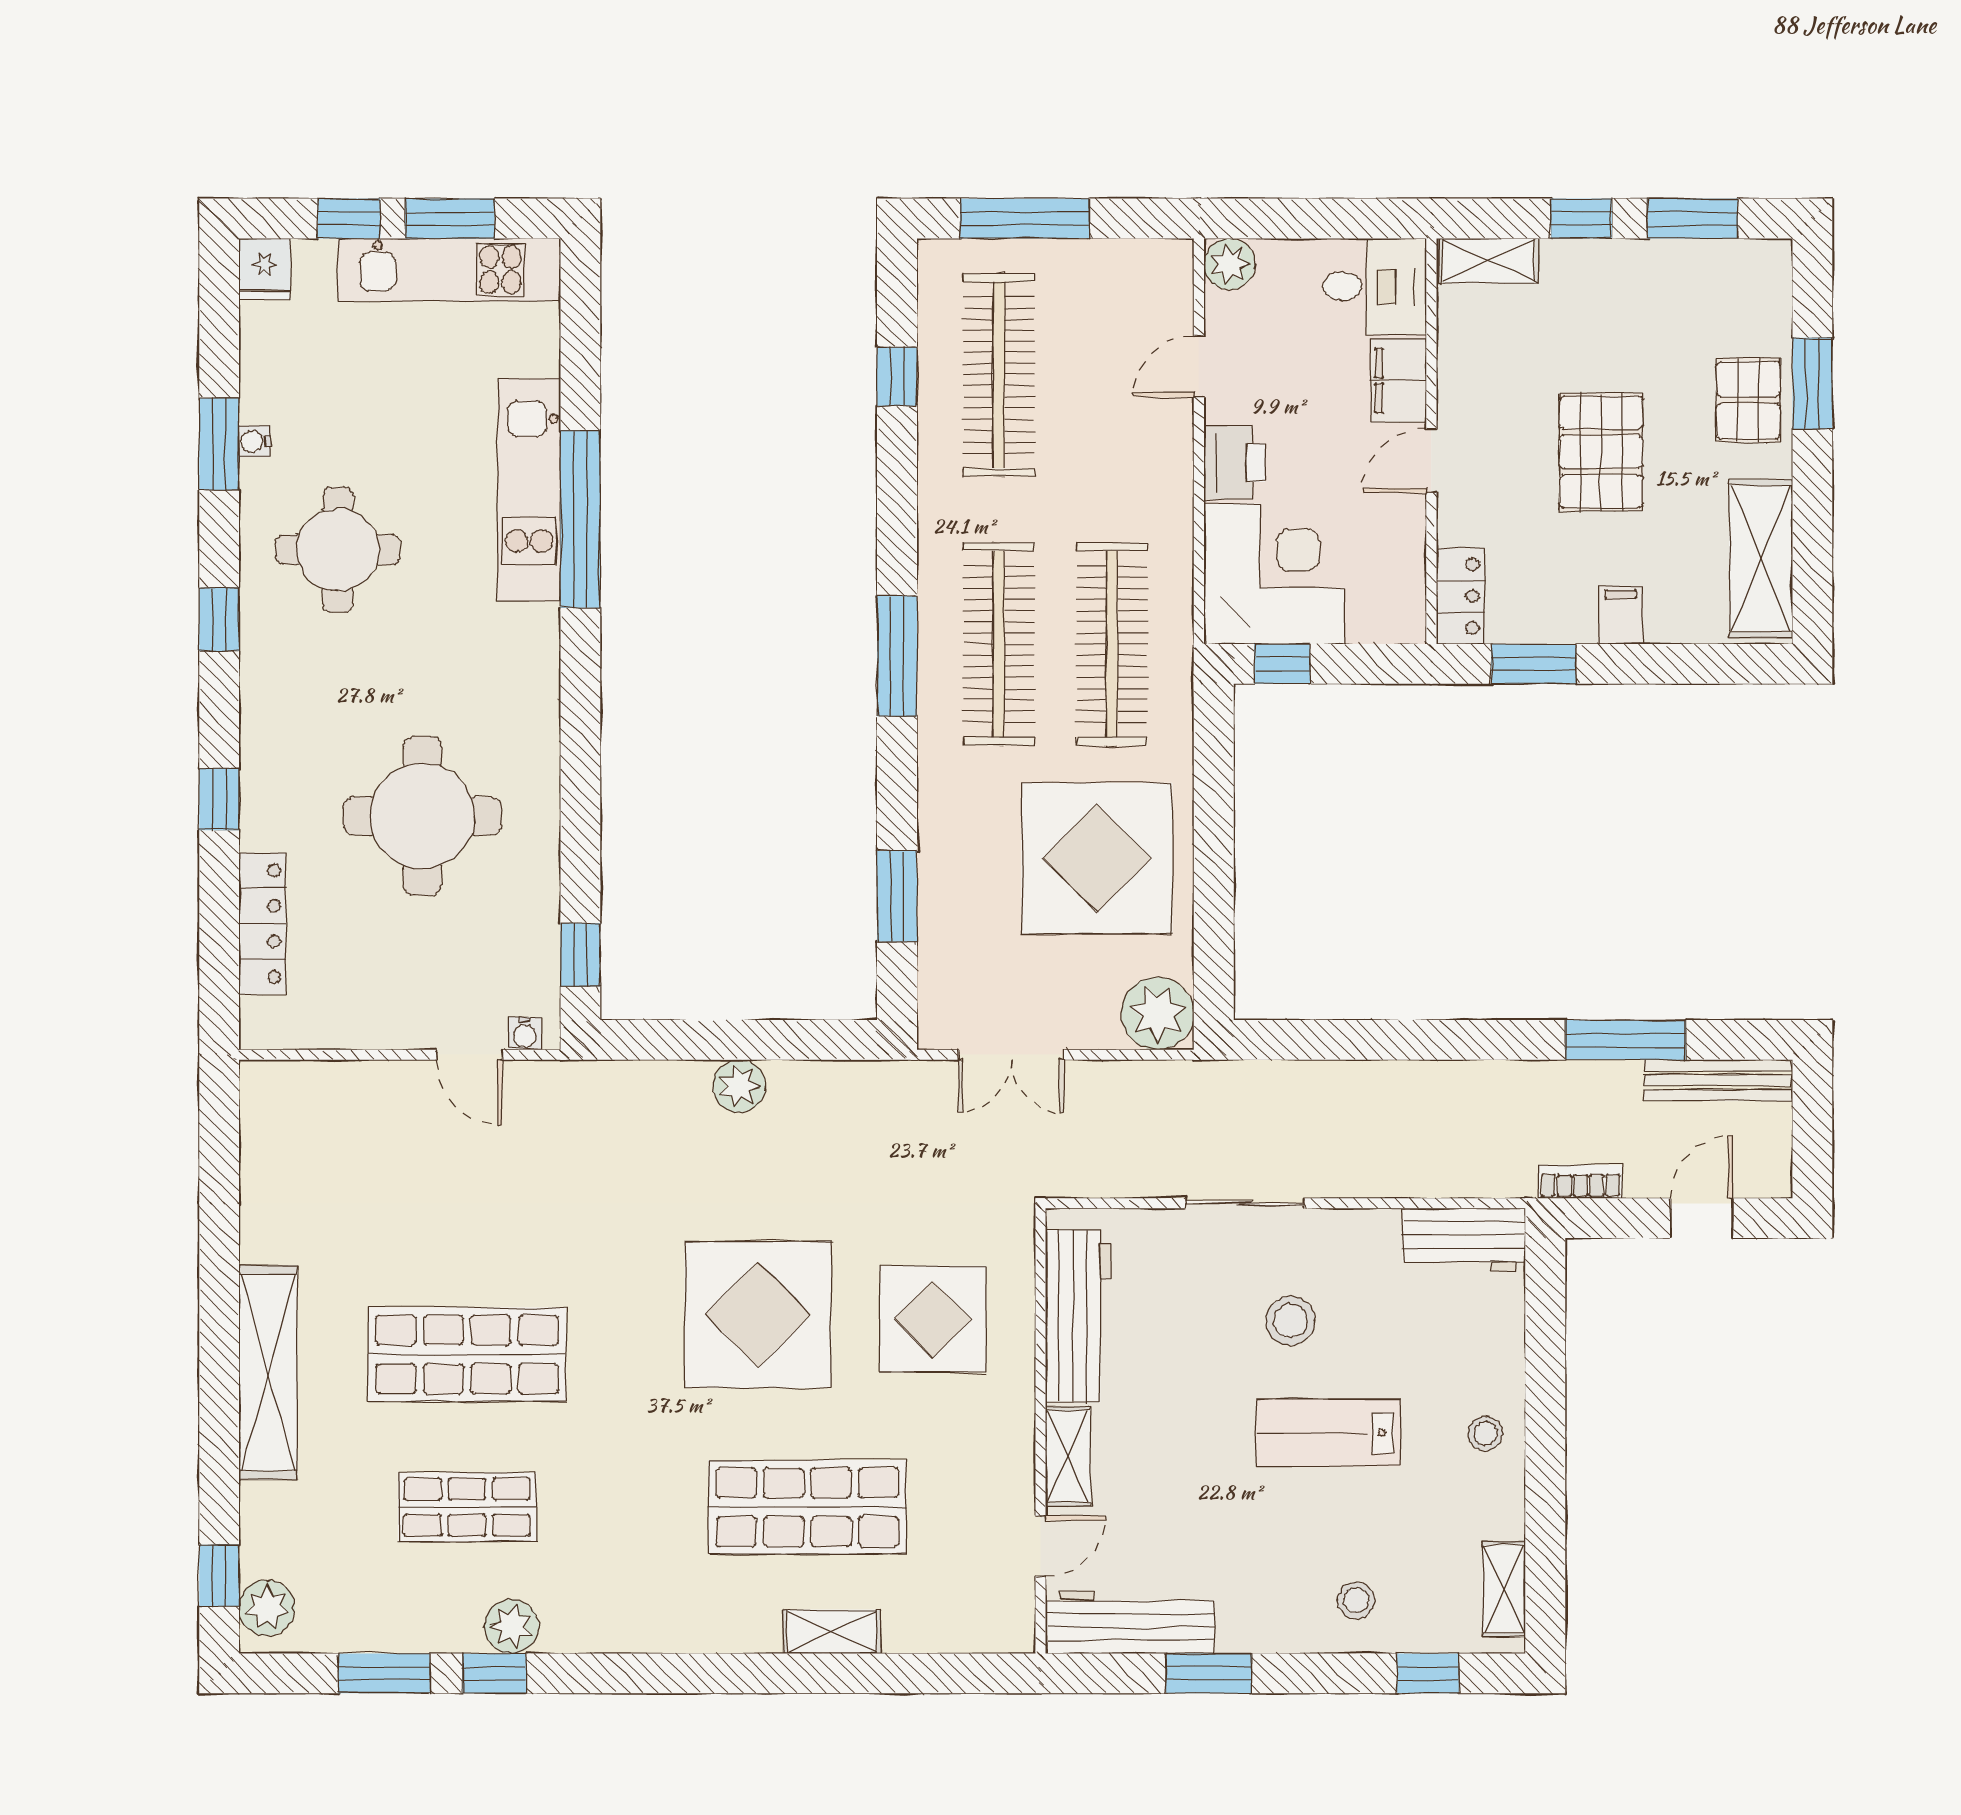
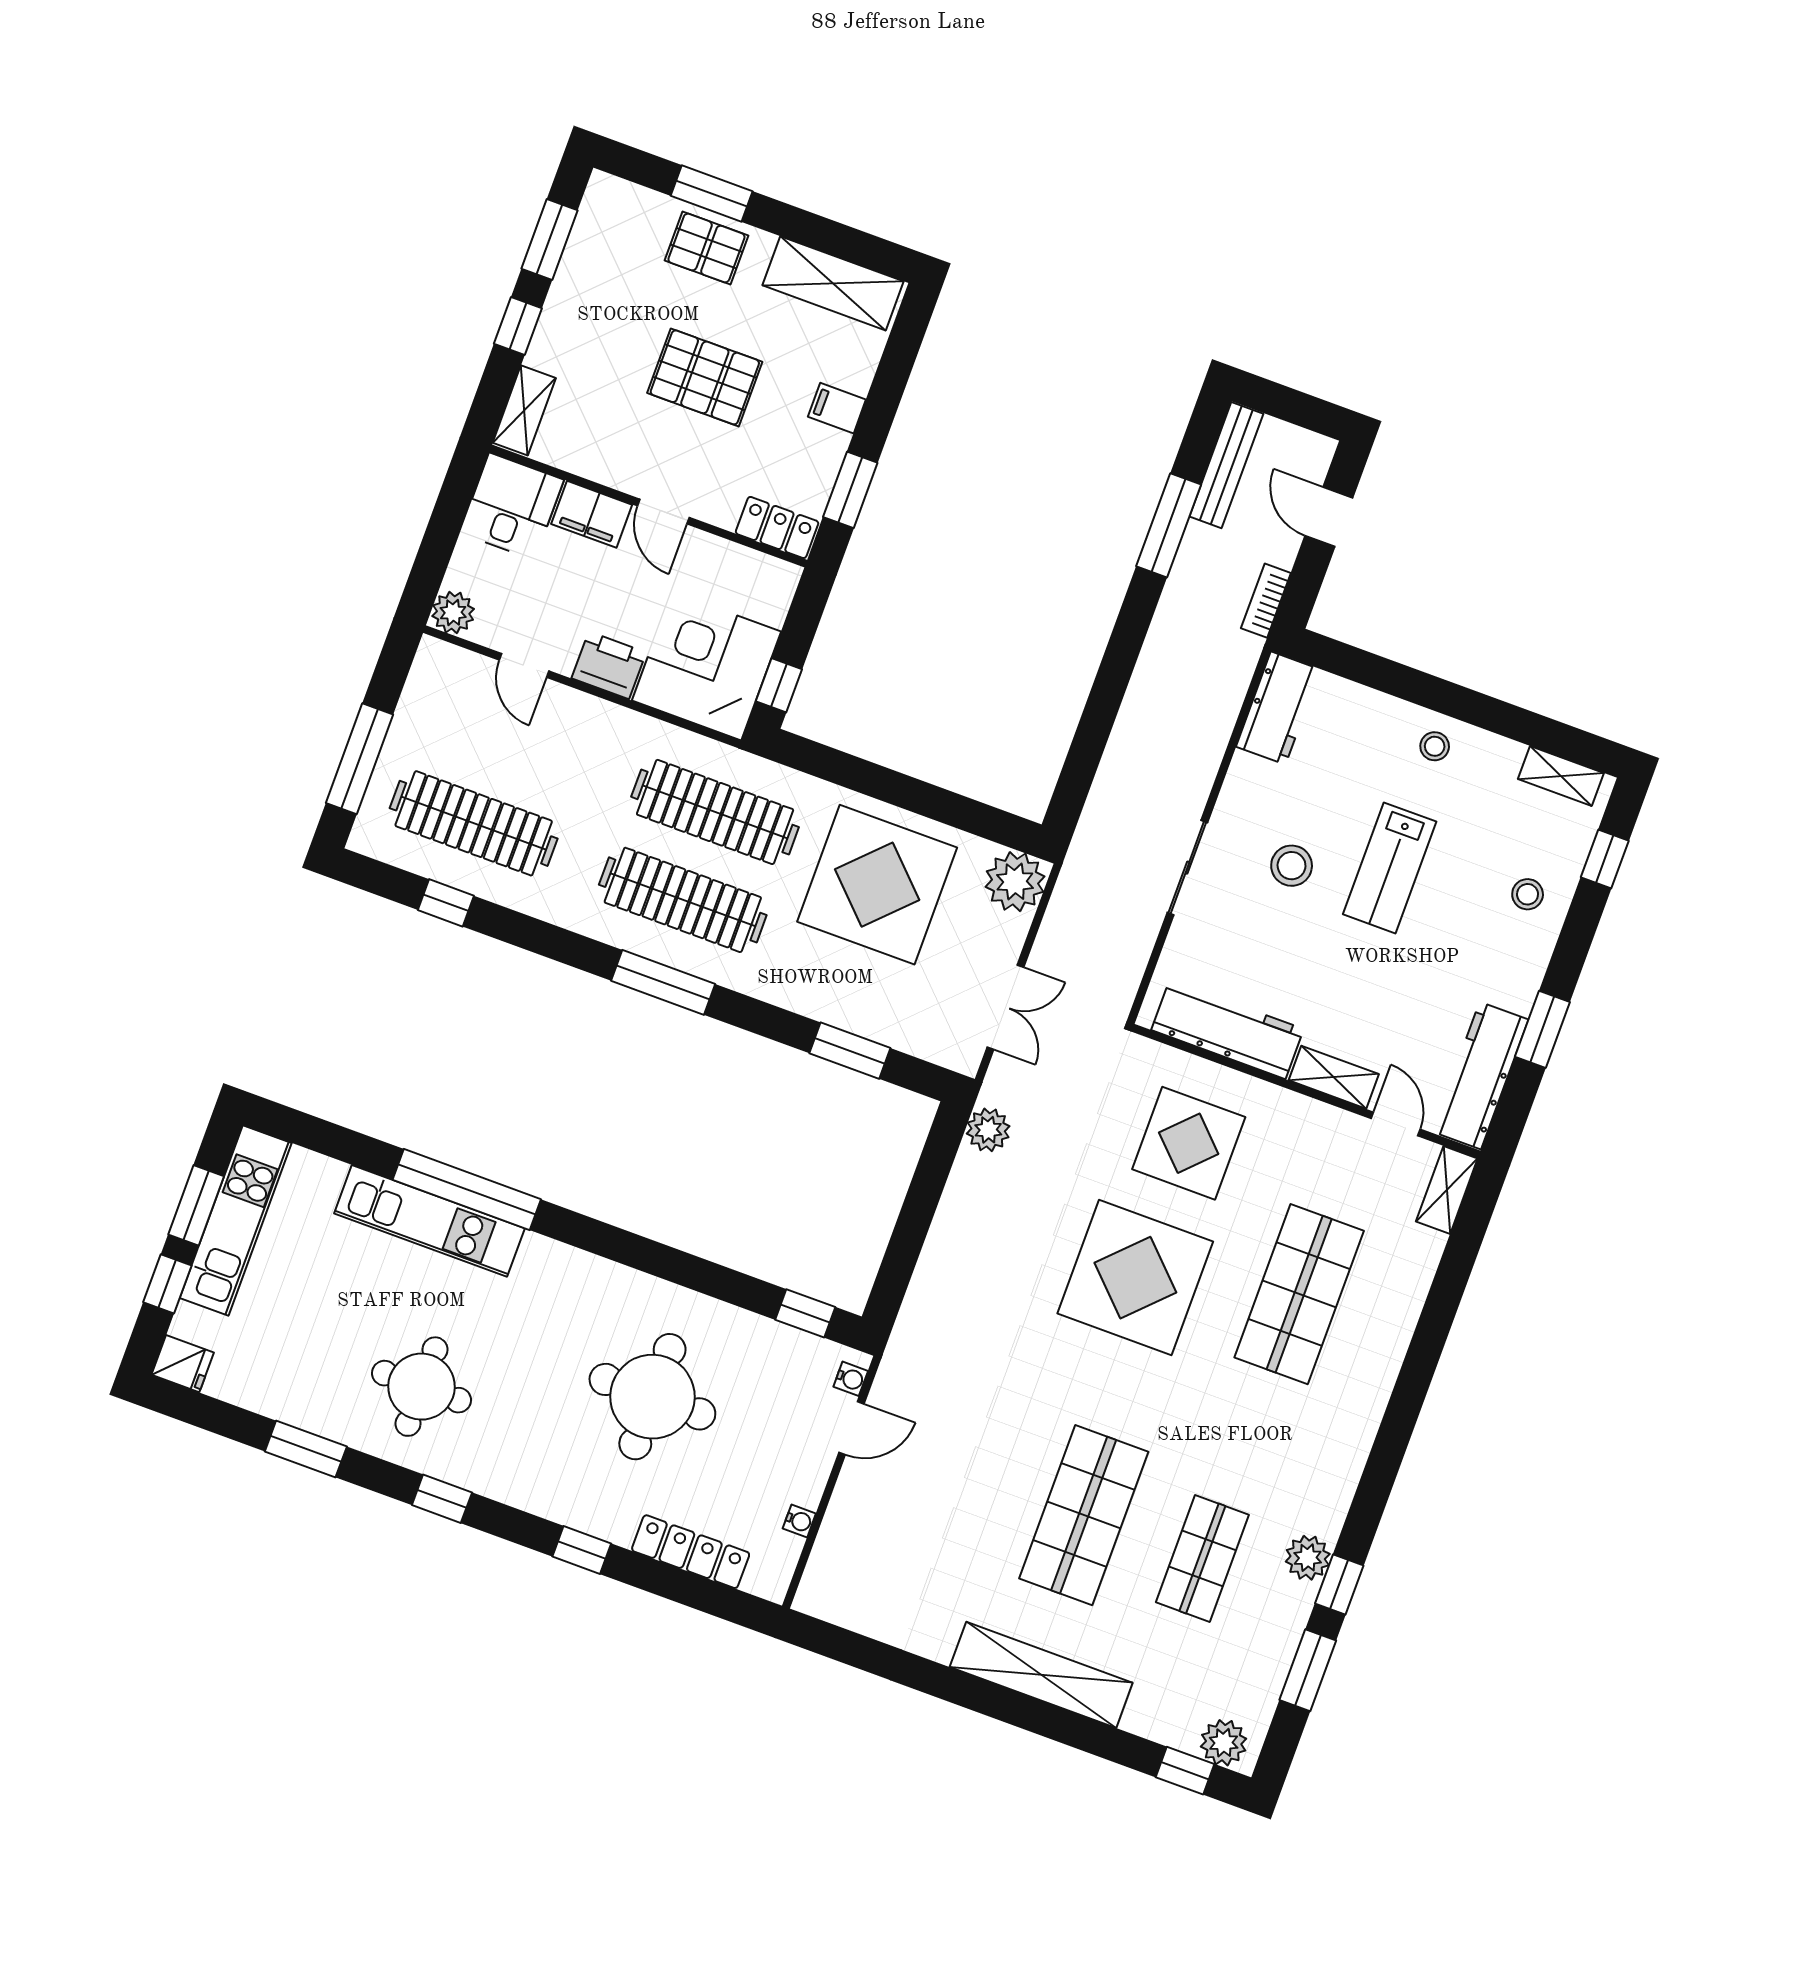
water cooler: (255, 442) -> (799, 1521), moved, turned -90
plant: (739, 1086) -> (988, 1130), moved
shelving: (832, 1632) -> (1447, 1190), moved

